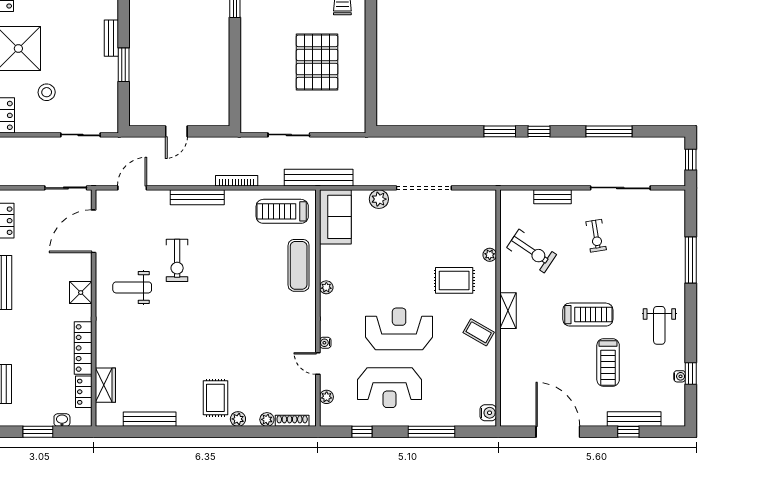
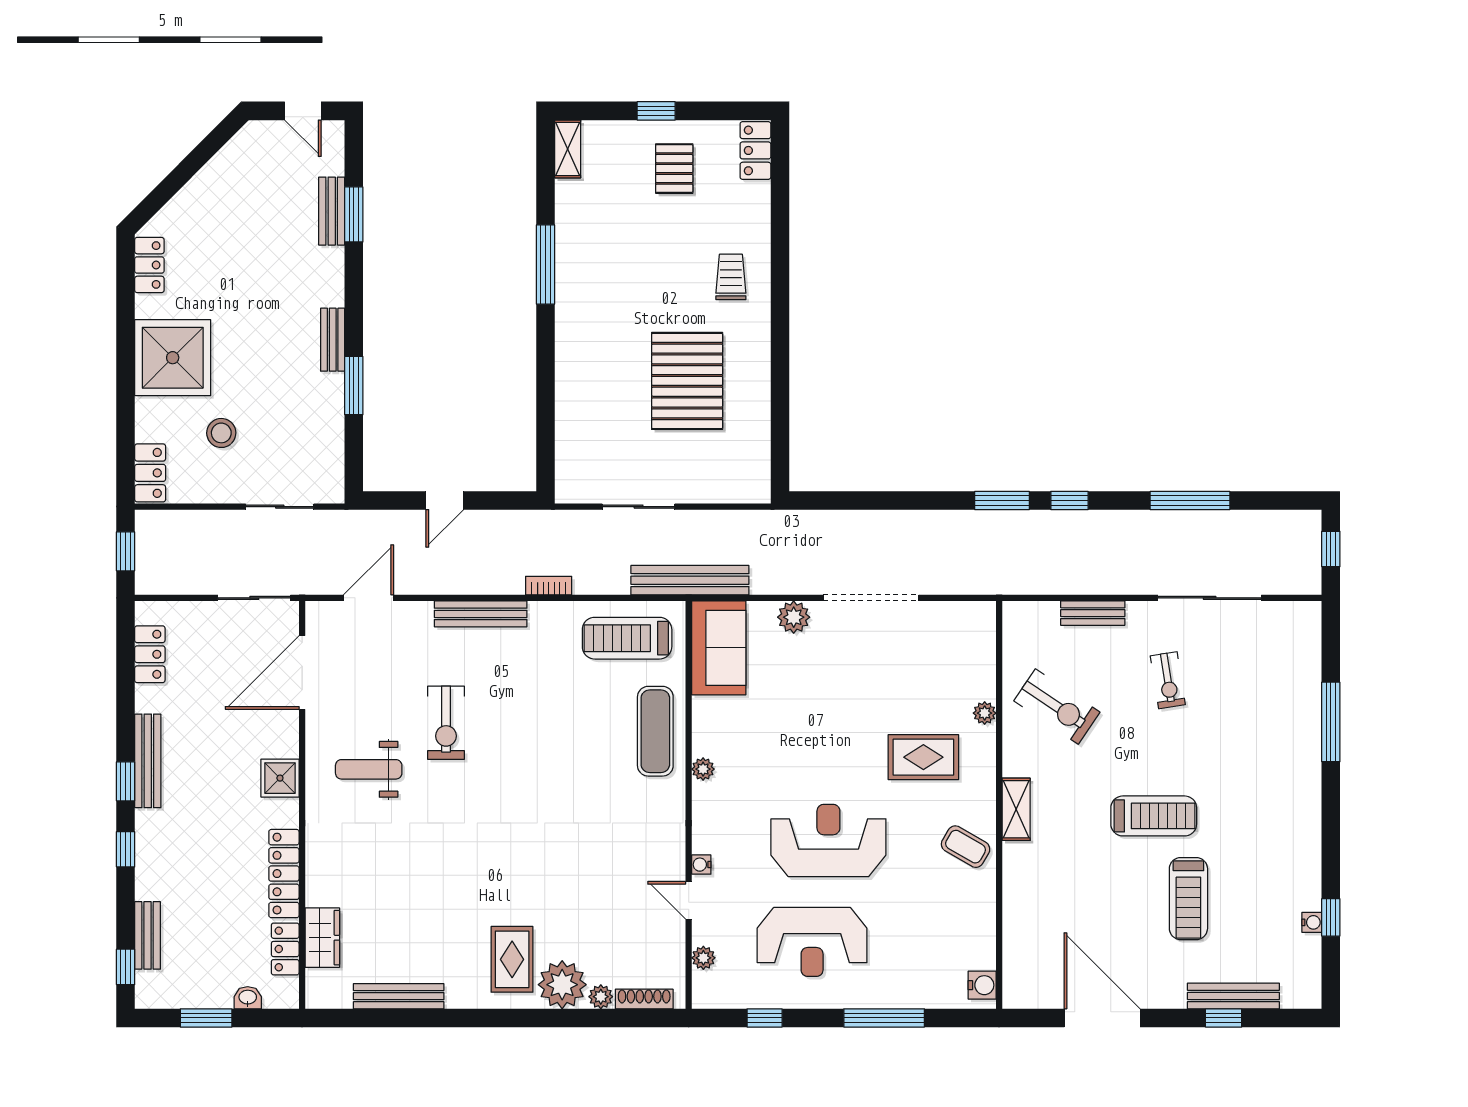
bookcase: (237, 181) -> (549, 586), width x0.64
weight bench: (659, 325) -> (1277, 835), removed
plant: (238, 419) -> (562, 985), width x1.87, depth x1.87

